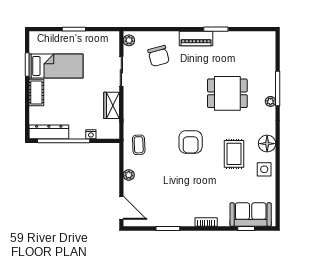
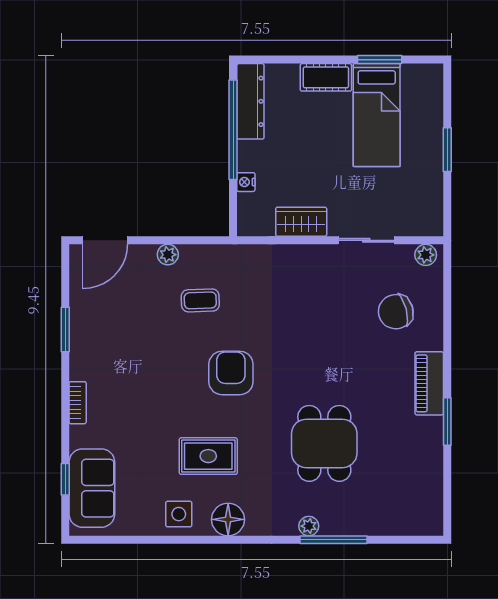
armchair: (191, 142) -> (231, 373), turned 90
coffee table: (139, 145) -> (200, 300), moved

